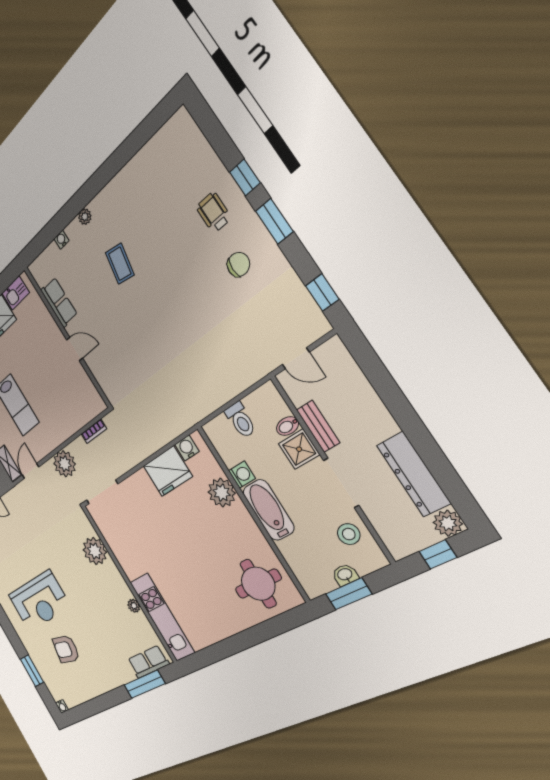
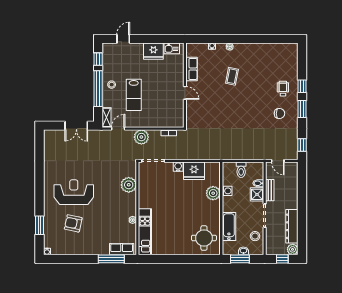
water cooler: (187, 448) -> (178, 167), moved
bathtub: (268, 510) -> (229, 227), moved
reception desk: (39, 601) -> (74, 192), turned 180

